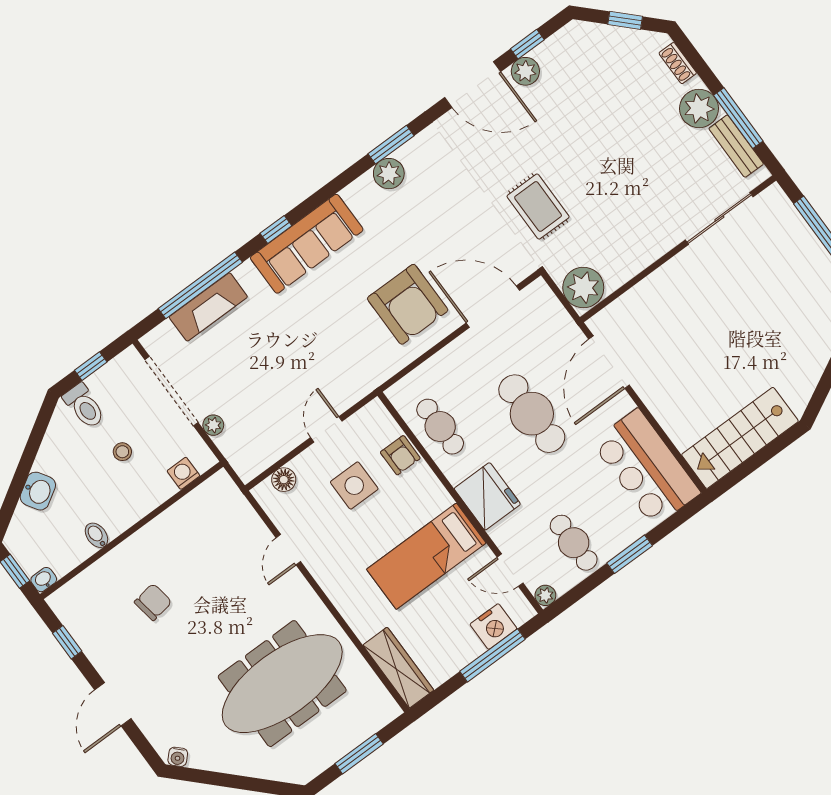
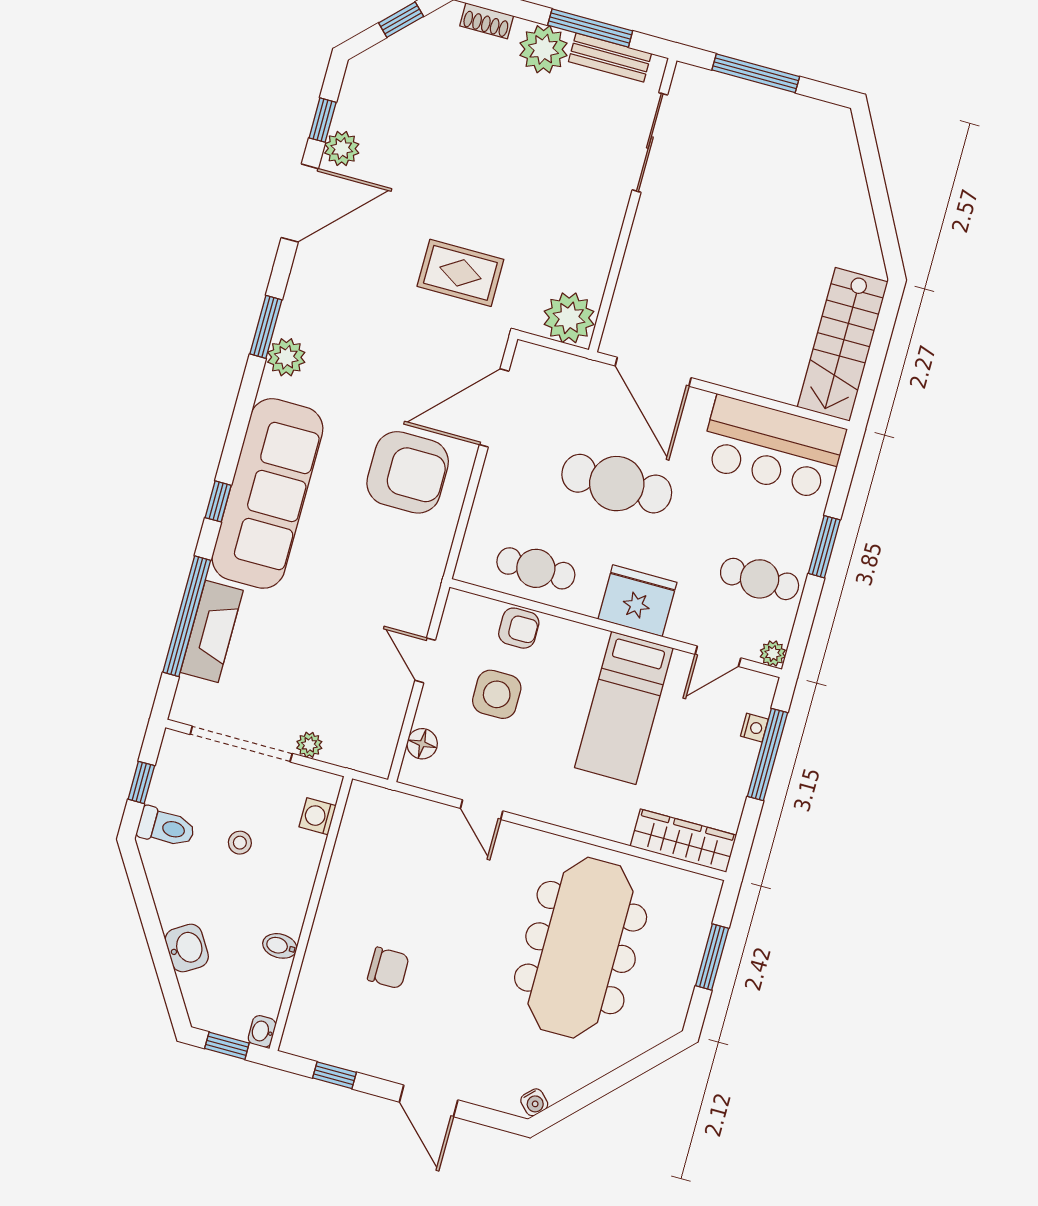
sofa: (307, 244) -> (267, 493), width x1.36, depth x1.27
chair: (153, 602) -> (388, 968), turned 99
nightstand: (493, 627) -> (754, 728), width x0.53, depth x0.56

